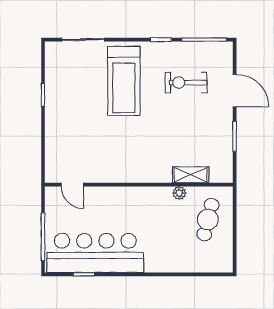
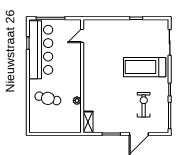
shelving: (191, 175) -> (88, 122), moved
cafe table: (208, 220) -> (48, 98), moved

